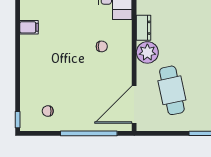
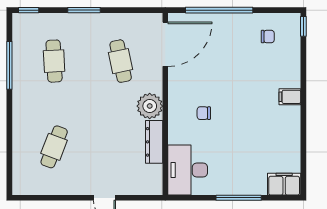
filing cabinet: (29, 27) -> (290, 97), moved
dresser: (144, 28) -> (154, 142), width x1.44
cafe table: (172, 90) -> (121, 61), width x0.73, depth x0.74

